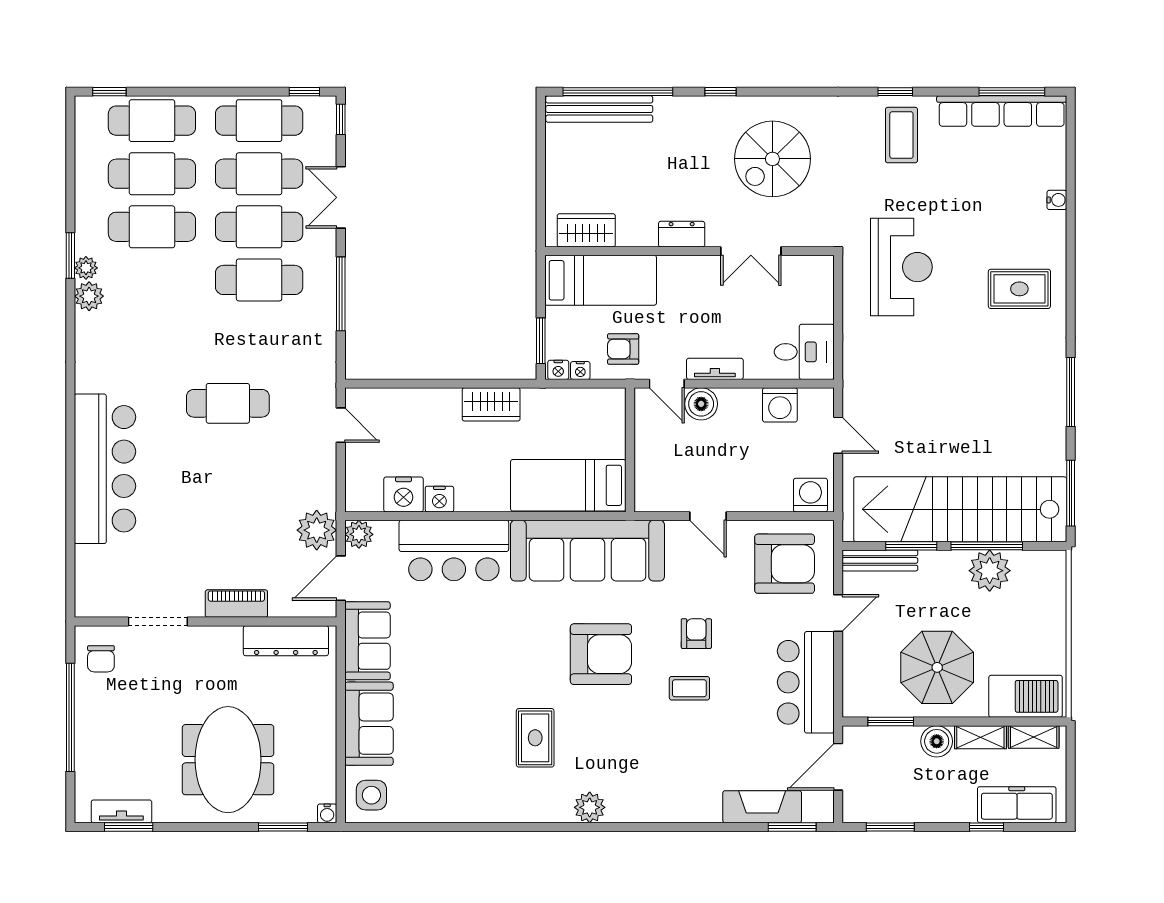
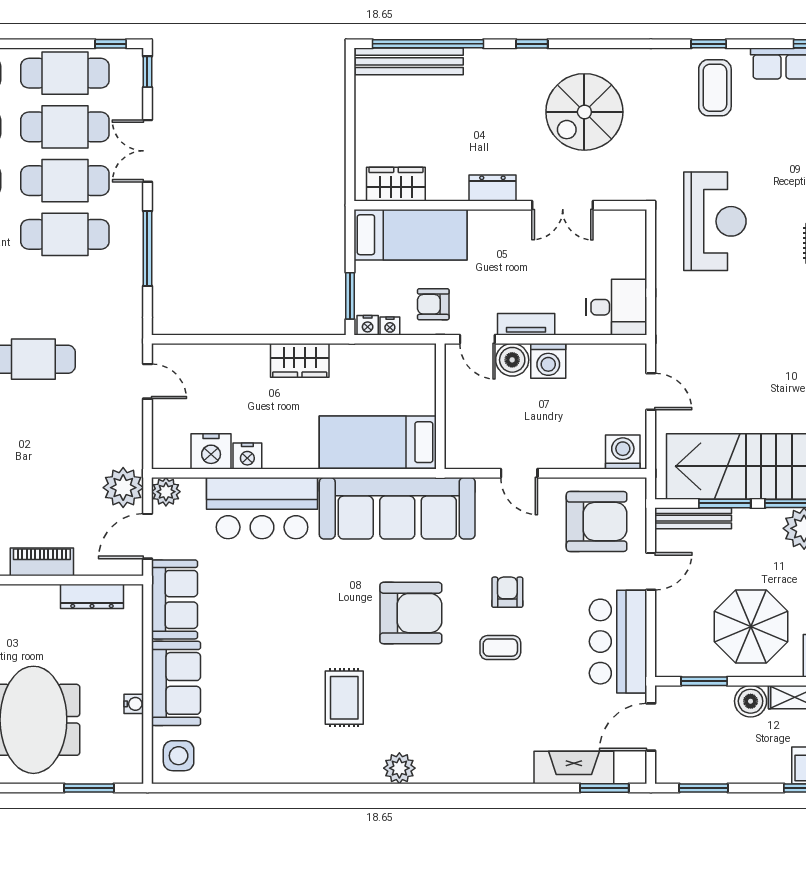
washing machine: (780, 405) -> (548, 361), moved
dresser: (286, 641) -> (92, 596), width x0.73, depth x0.80
water cooler: (327, 813) -> (134, 704), moved, turned -90

